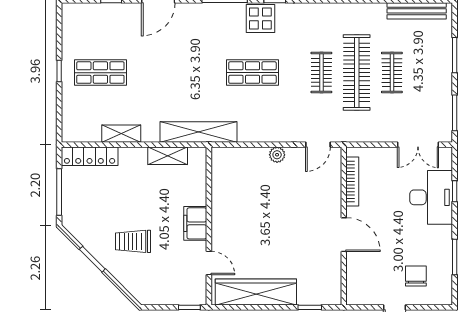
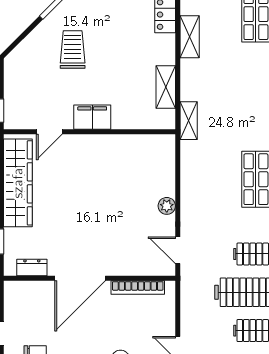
shelving: (199, 132) -> (189, 121), width x0.45, depth x0.75
door: (344, 235) -> (80, 278), width x1.36
dresser: (334, 279) -> (32, 267), added

